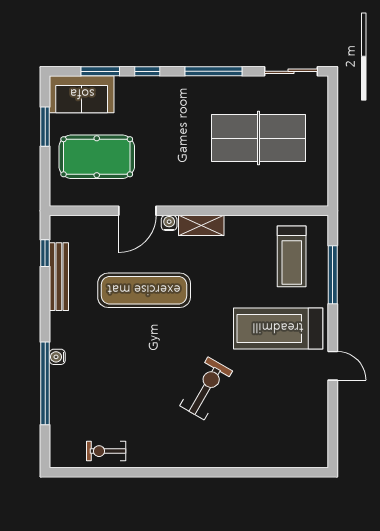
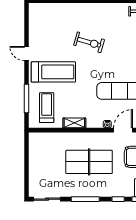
table tennis table: (258, 138) -> (89, 162), moved
shelving: (201, 225) -> (74, 123), moved
exercise bike: (206, 388) -> (89, 42), turned -104

